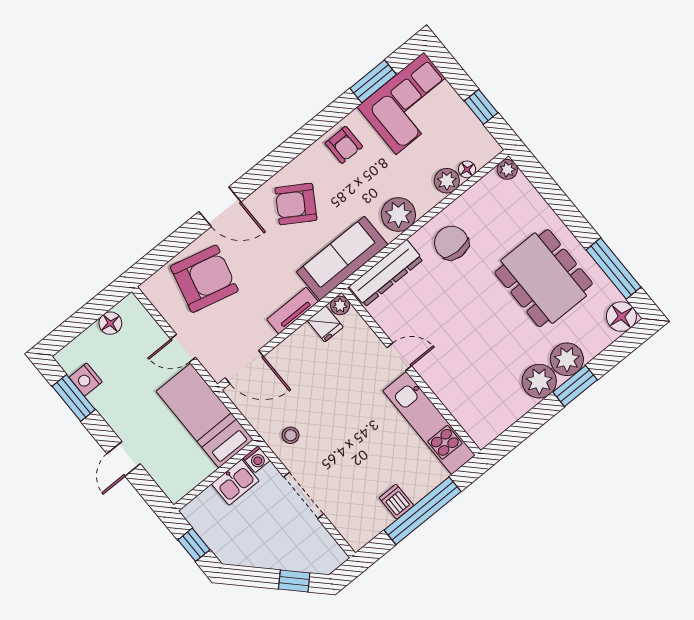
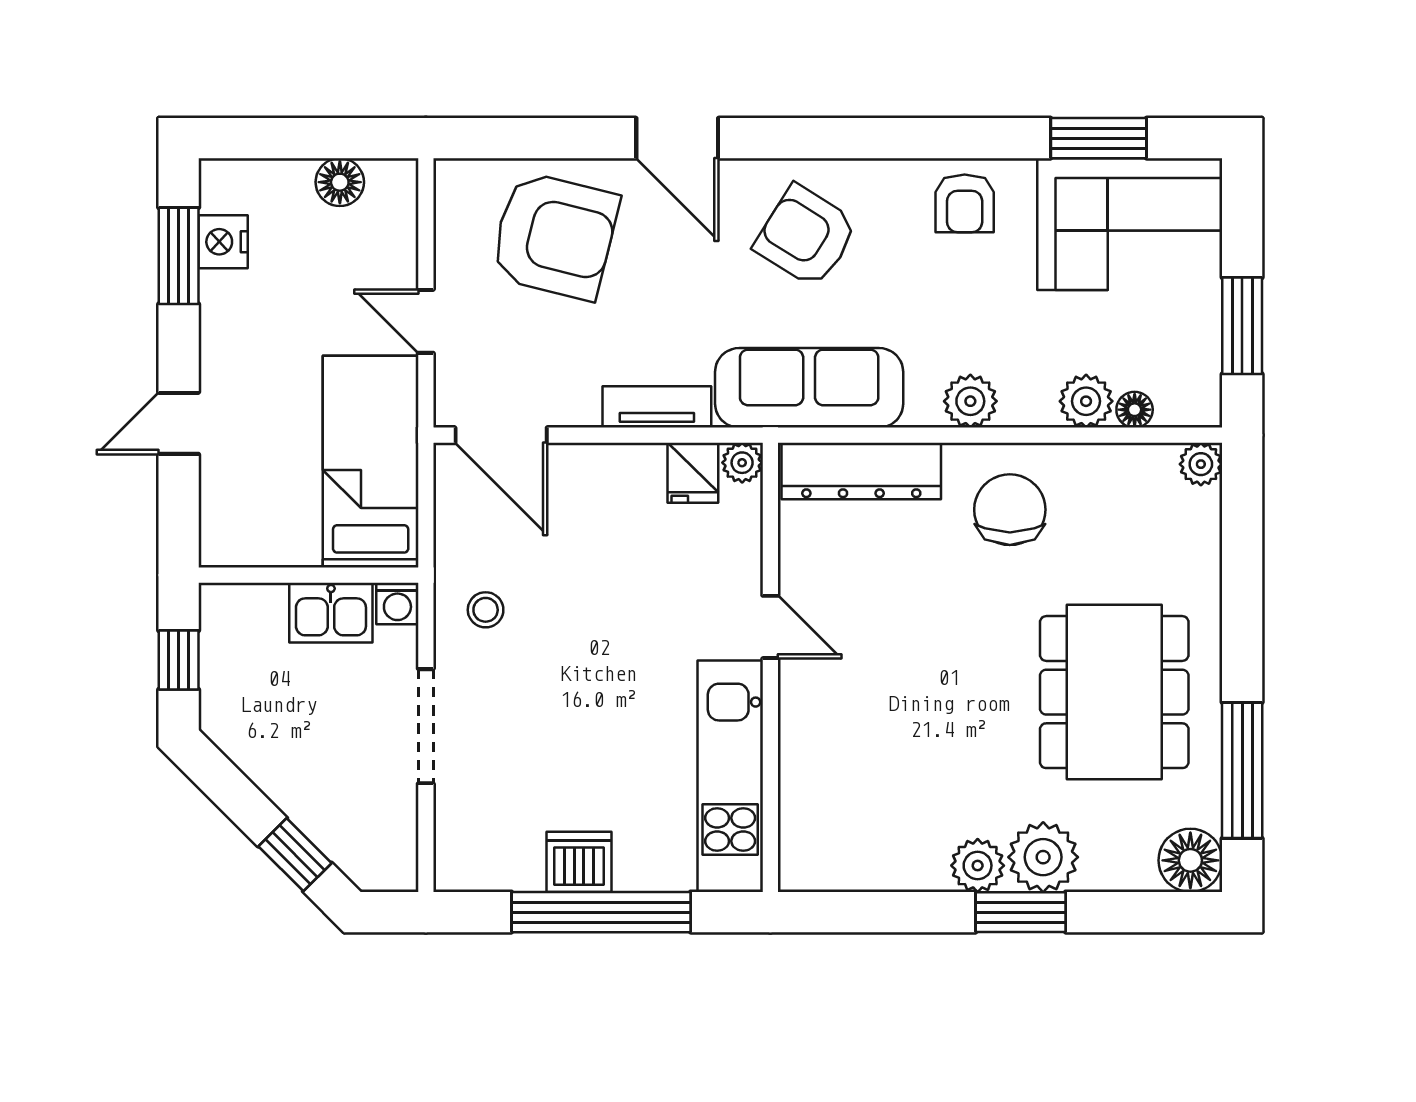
window: (481, 107) -> (1242, 326), width x1.50
plant: (398, 215) -> (970, 401), width x0.73, depth x0.73
plant: (539, 381) -> (978, 866), width x0.73, depth x0.73
dishwasher: (396, 502) -> (579, 862), width x1.38

